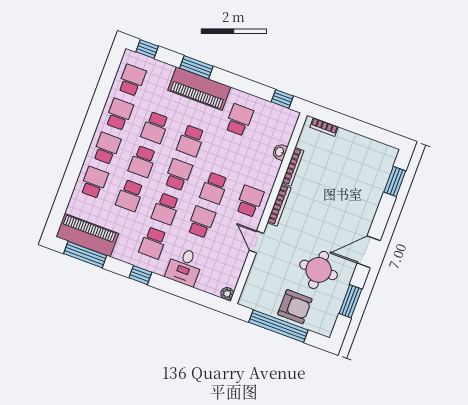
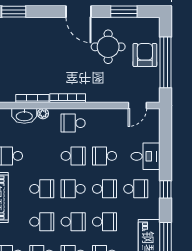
washbasin: (280, 152) -> (24, 116), width x1.91, depth x1.45
door: (256, 242) -> (137, 105), moved
plant: (227, 294) -> (43, 114), moved

